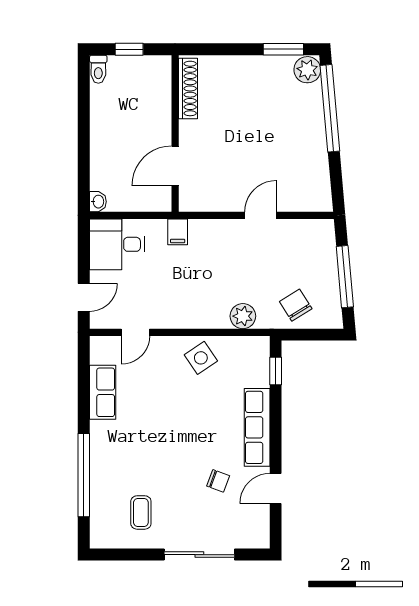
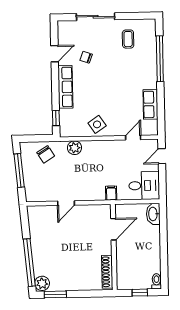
washbasin: (98, 202) -> (153, 214), width x1.91, depth x1.45

